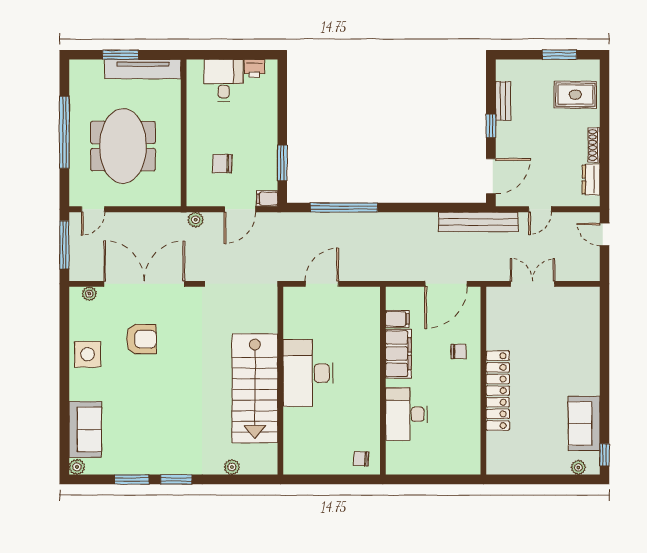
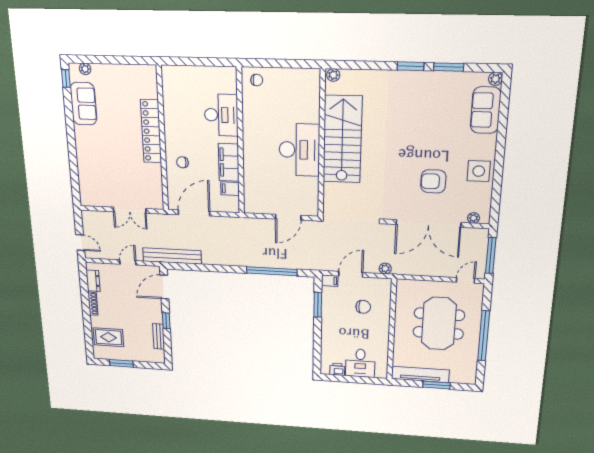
plant: (232, 467) -> (333, 75), moved

